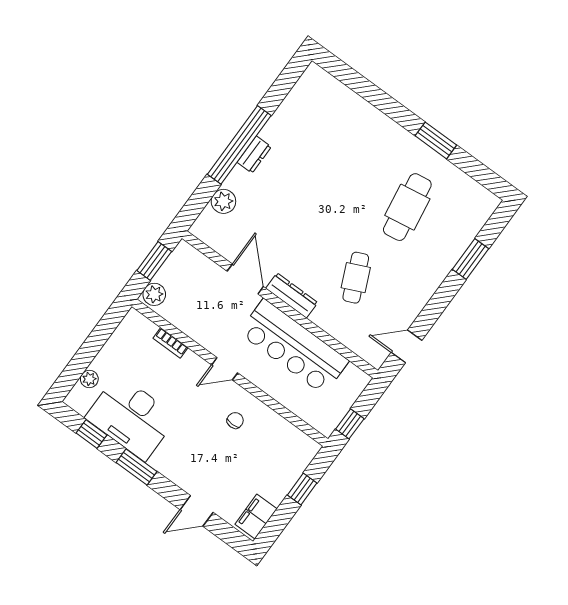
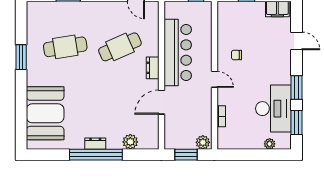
booth: (341, 118) -> (45, 113), added
cafe table: (356, 278) -> (120, 47), width x1.37, depth x1.35
dresser: (292, 295) -> (153, 68), width x0.70
window: (92, 434) -> (296, 122), width x1.50

